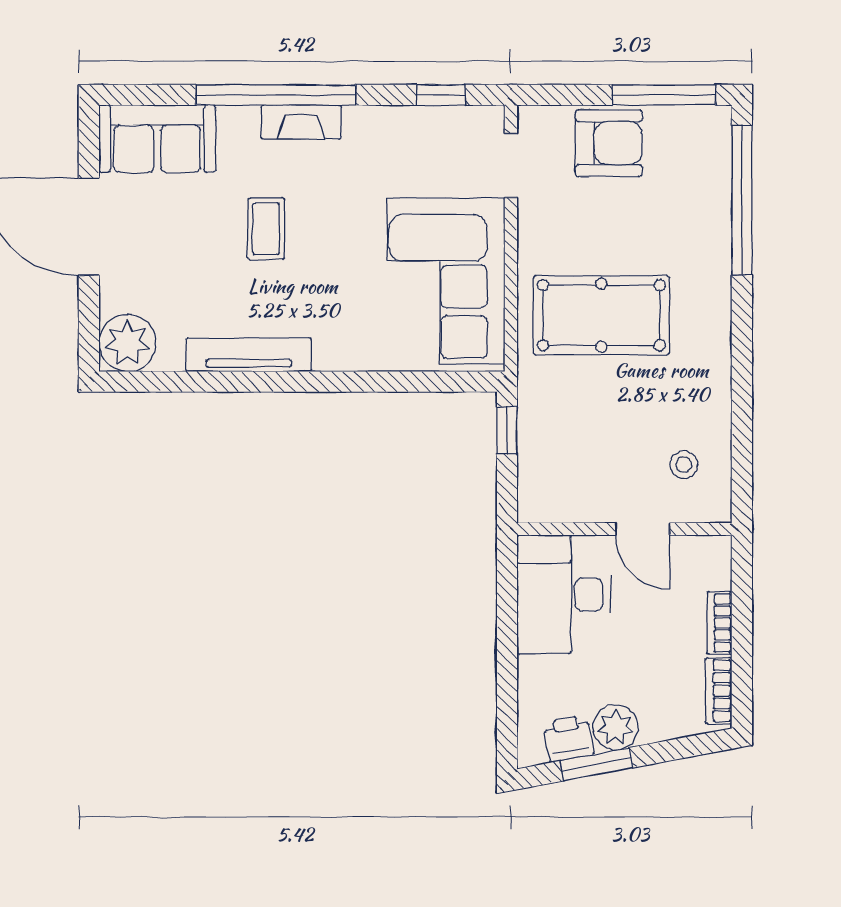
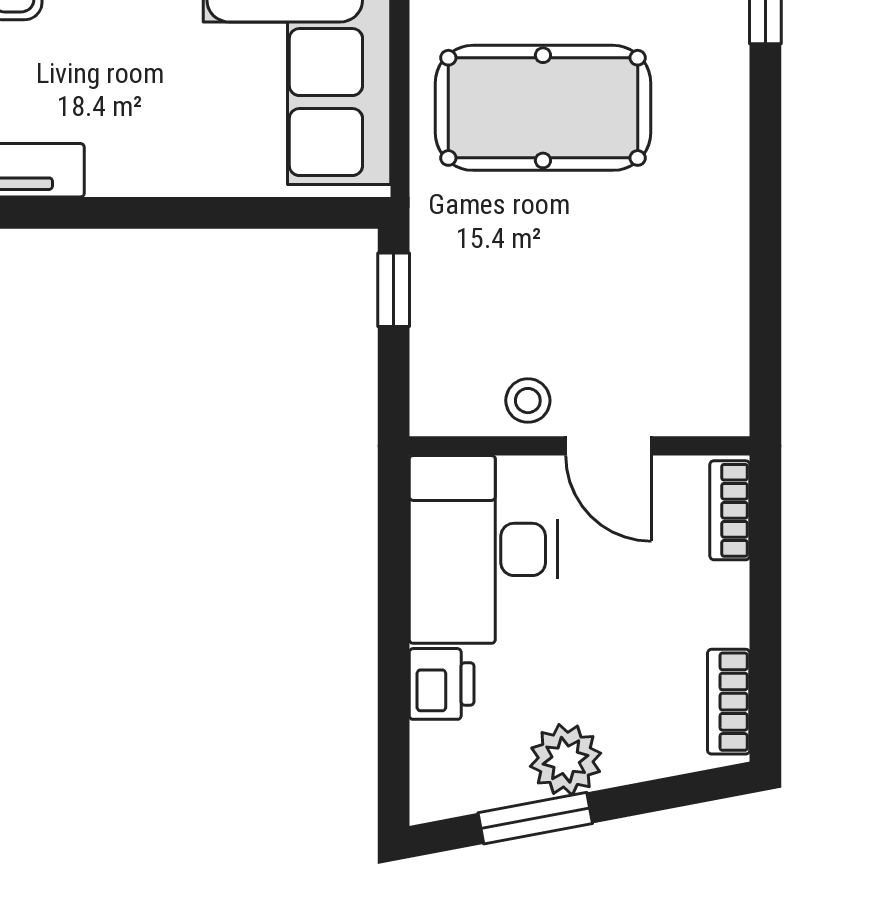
stool: (684, 465) -> (528, 401), moved
bookcase: (719, 623) -> (730, 510), moved
printer: (569, 739) -> (442, 684), moved, turned 101

